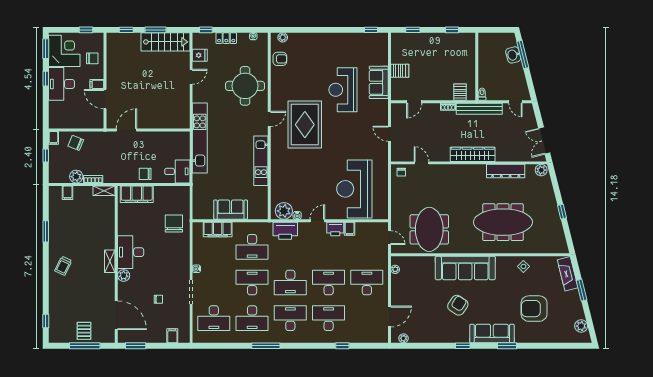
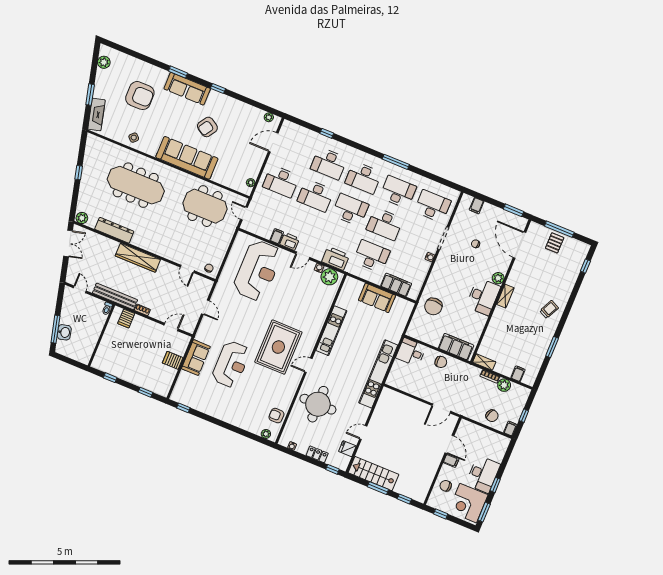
meeting table: (429, 229) -> (205, 206), turned 90

